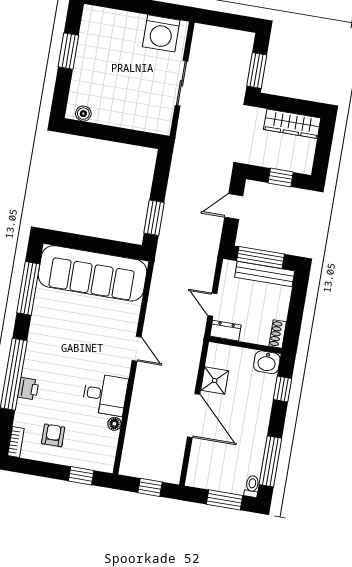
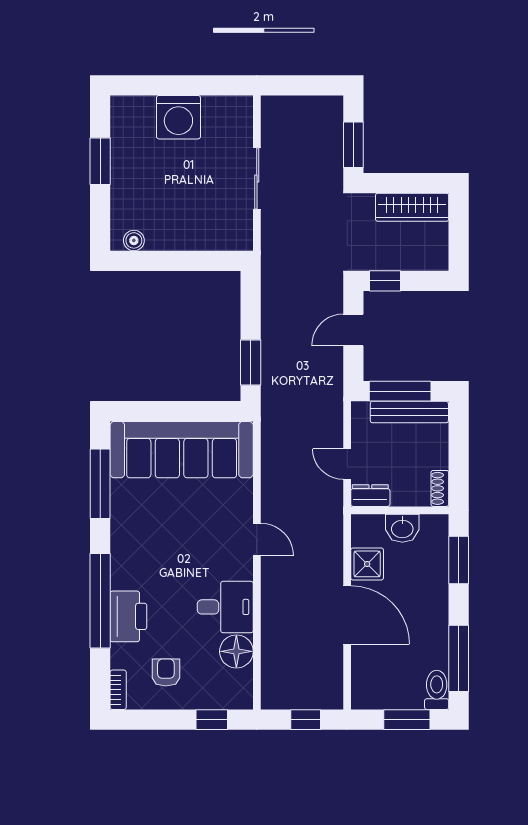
washing machine: (161, 33) -> (178, 117), moved
window: (281, 178) -> (385, 281), moved
washbasin: (267, 362) -> (402, 528), moved
printer: (28, 389) -> (128, 616), width x1.87, depth x1.48
window: (283, 389) -> (459, 560), width x1.50
floor lamp: (114, 424) -> (236, 651), width x1.89, depth x1.89
toilet: (252, 486) -> (437, 690), width x1.37, depth x1.39

